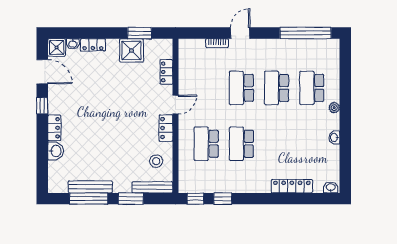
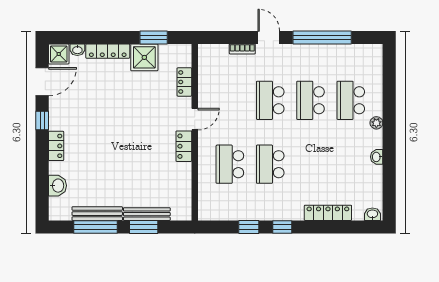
door: (240, 33) -> (269, 37), hinge flipped
window: (306, 33) -> (322, 37), moved
locker: (93, 45) -> (108, 51), width x1.53
door: (42, 72) -> (42, 82), hinge flipped
washbasin: (56, 151) -> (58, 186), moved
stool: (156, 161) -> (173, 184), removed
bench: (152, 187) -> (147, 214), moved
window: (195, 199) -> (282, 227), moved

